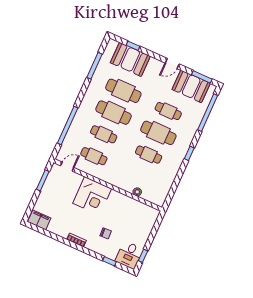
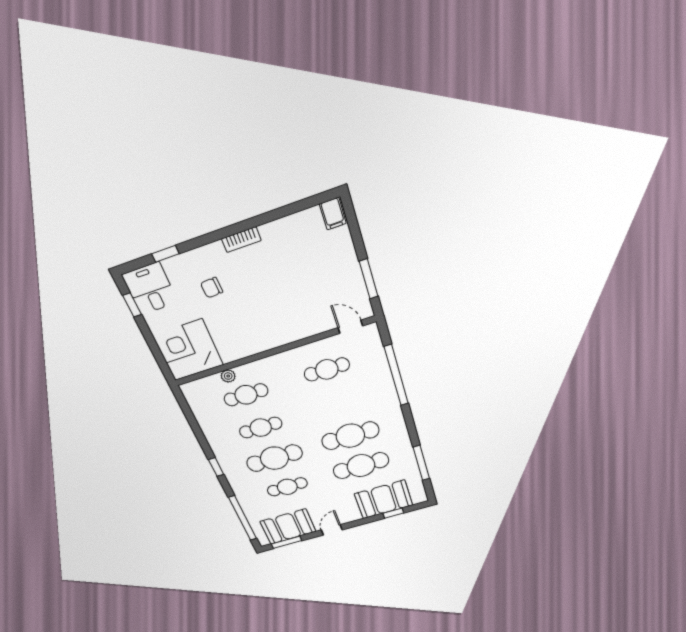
cafe table: (104, 134) -> (246, 395), moved
door: (67, 167) -> (350, 327), swing flipped
corner desk: (92, 196) -> (188, 350), moved
filing cabinet: (39, 220) -> (333, 214), width x0.50

